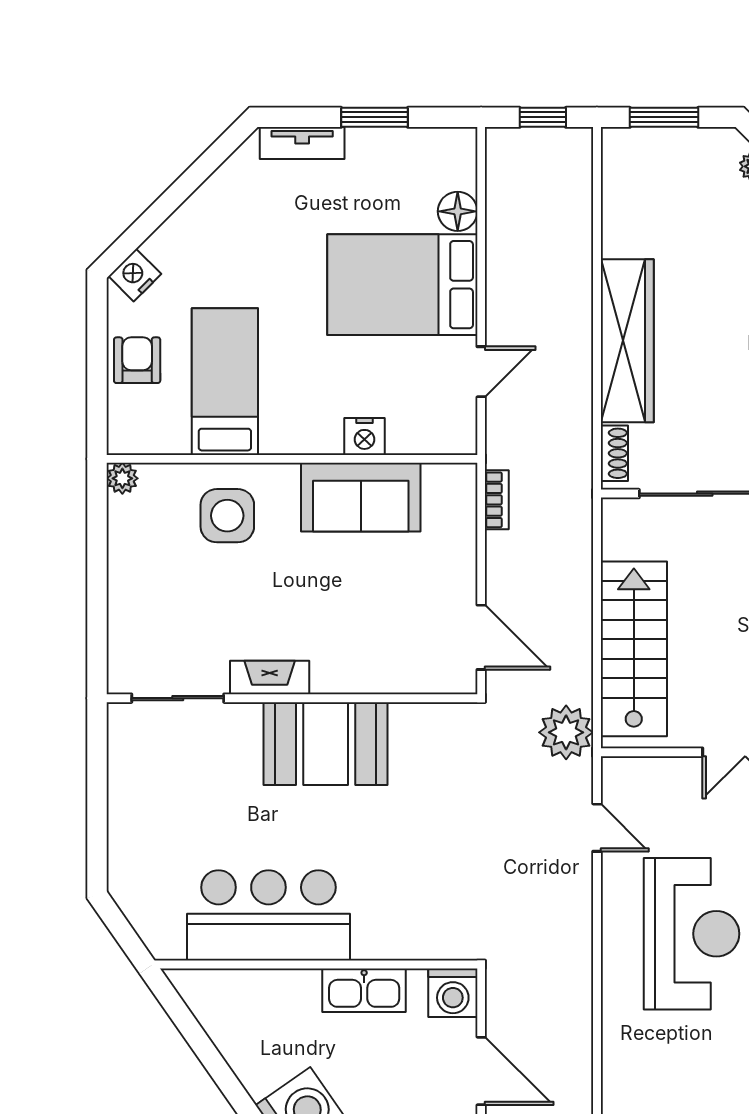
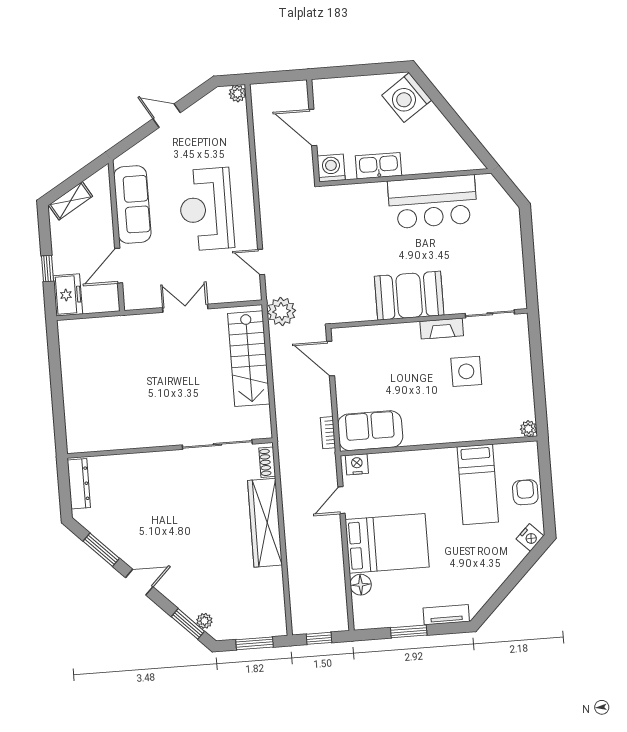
armchair: (137, 360) -> (525, 492), turned 180
nightstand: (364, 436) -> (357, 464), moved
sofa: (361, 497) -> (370, 431), moved
side table: (227, 516) -> (466, 371), moved

